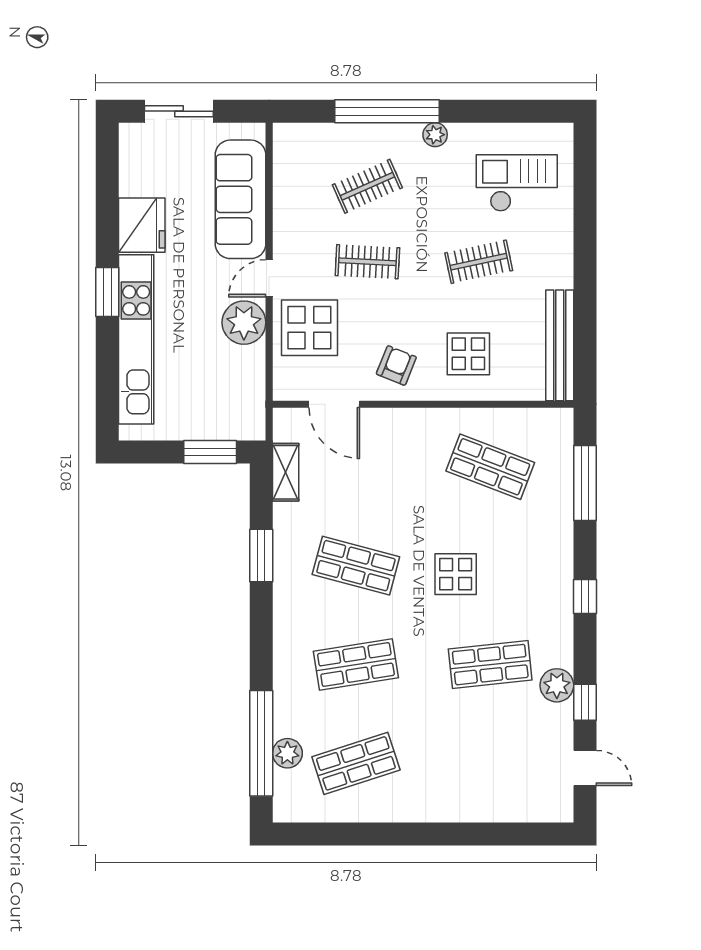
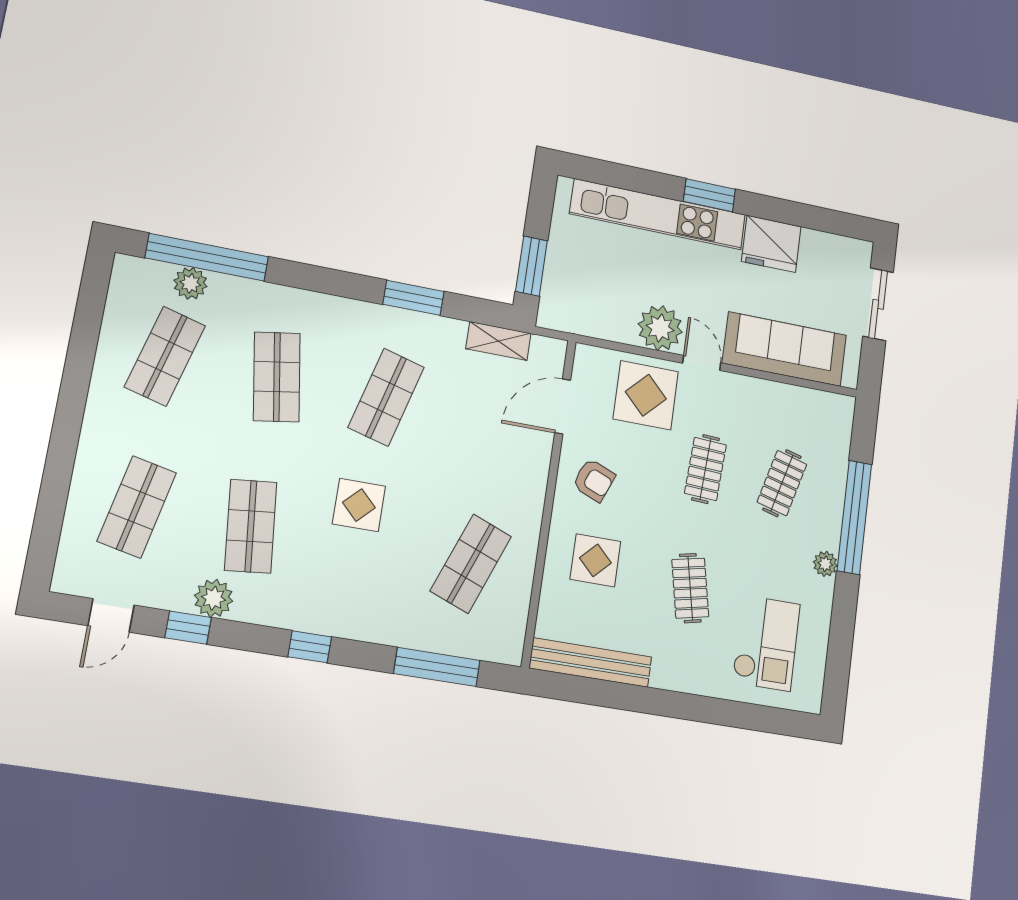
clothes rail: (367, 186) -> (782, 483), turned 39
shop shelf: (356, 763) -> (165, 356), turned 33
shop shelf: (490, 763) -> (137, 507), added

